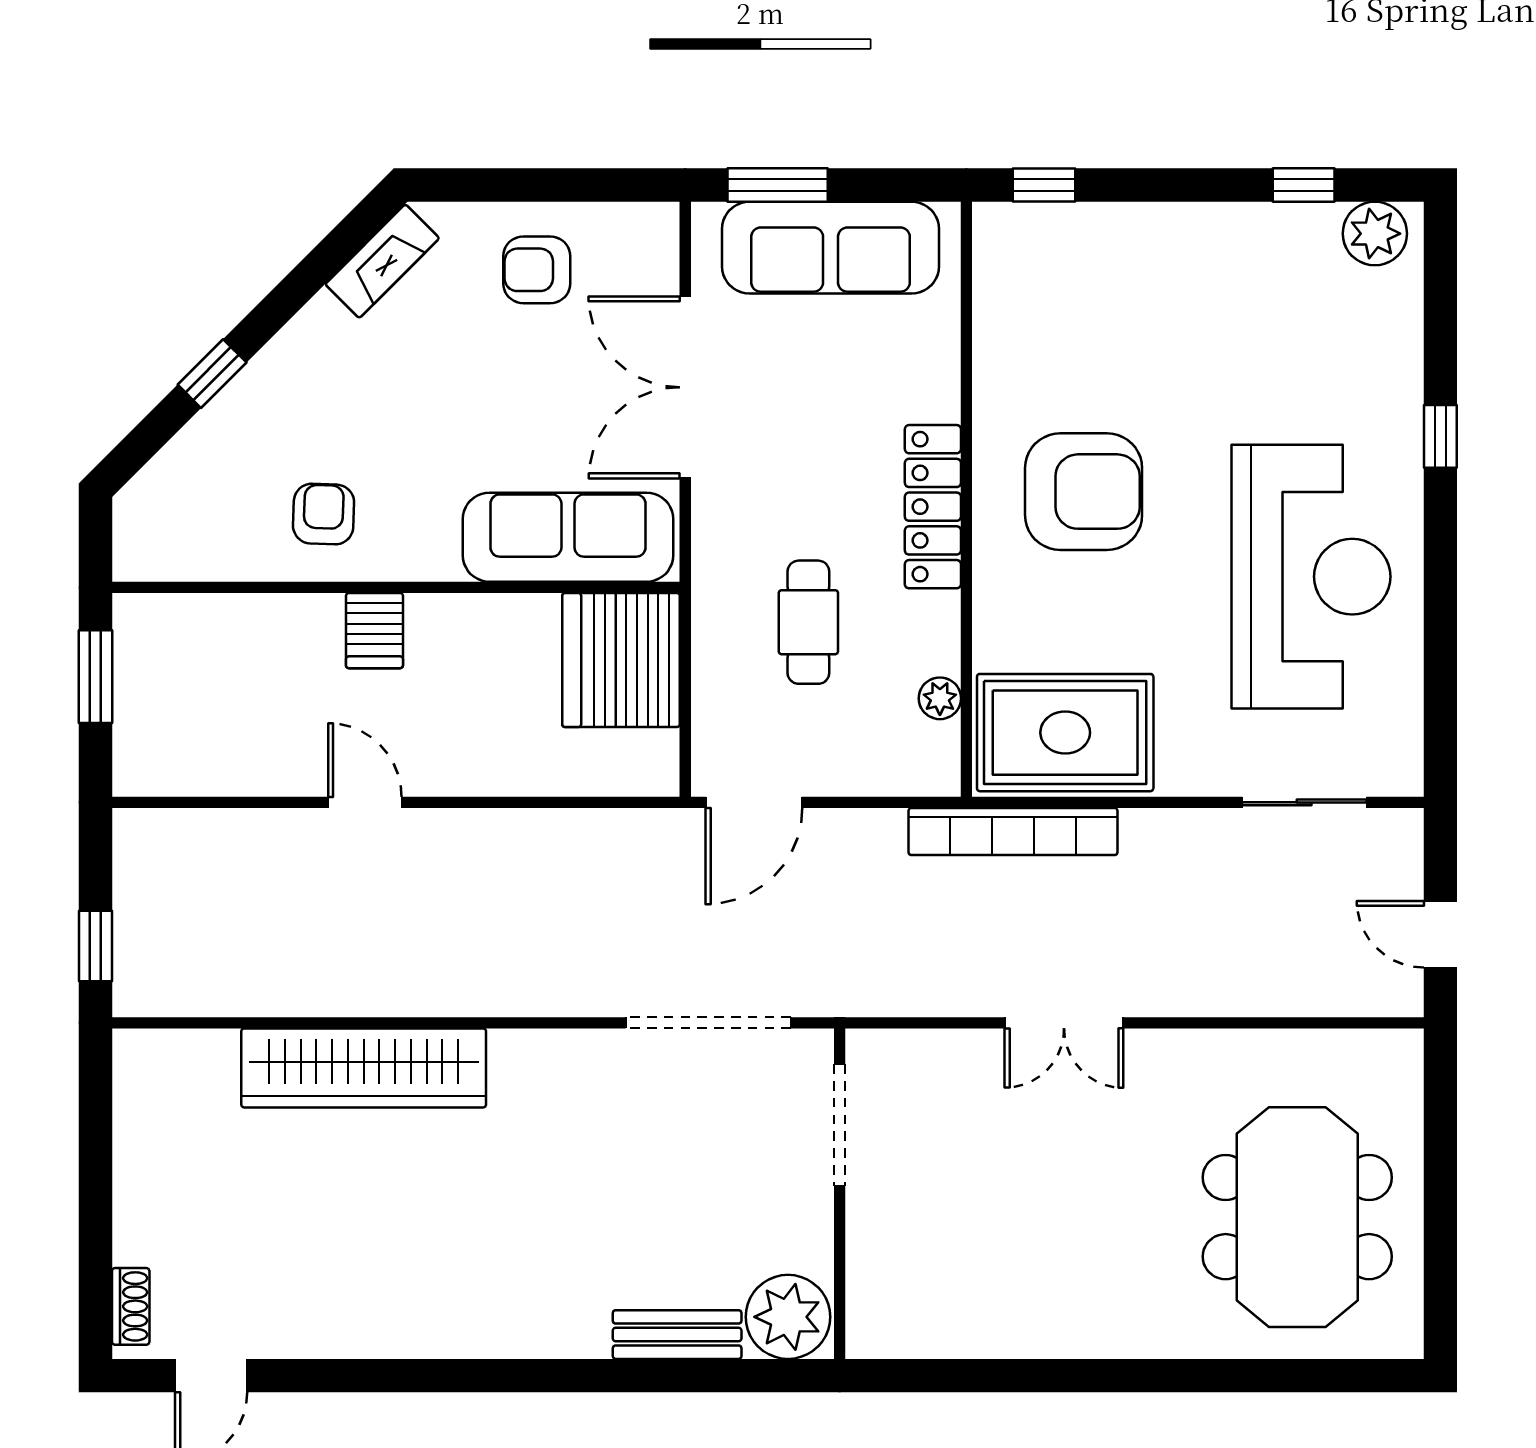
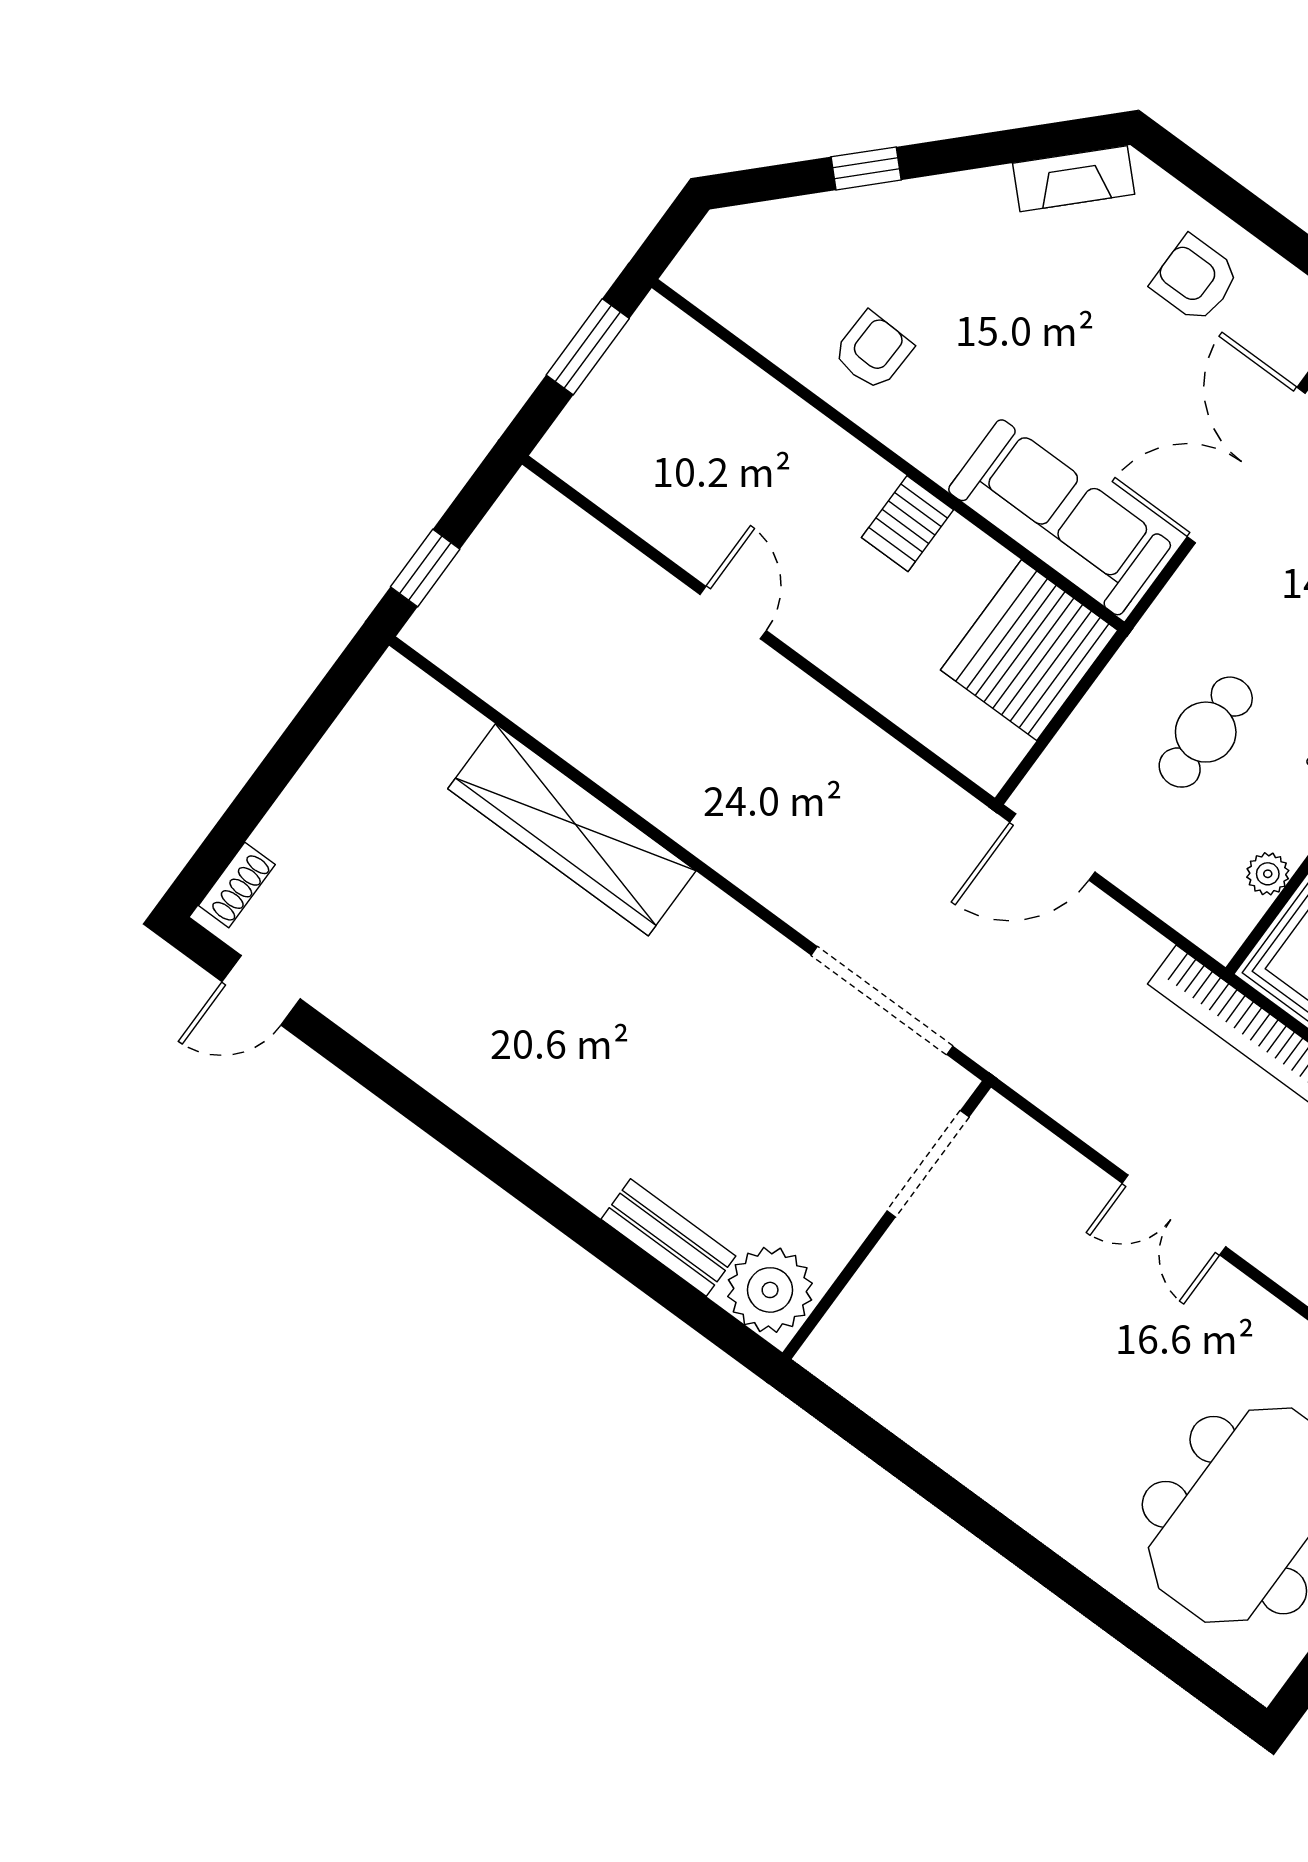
server rack: (374, 631) -> (907, 524), moved

